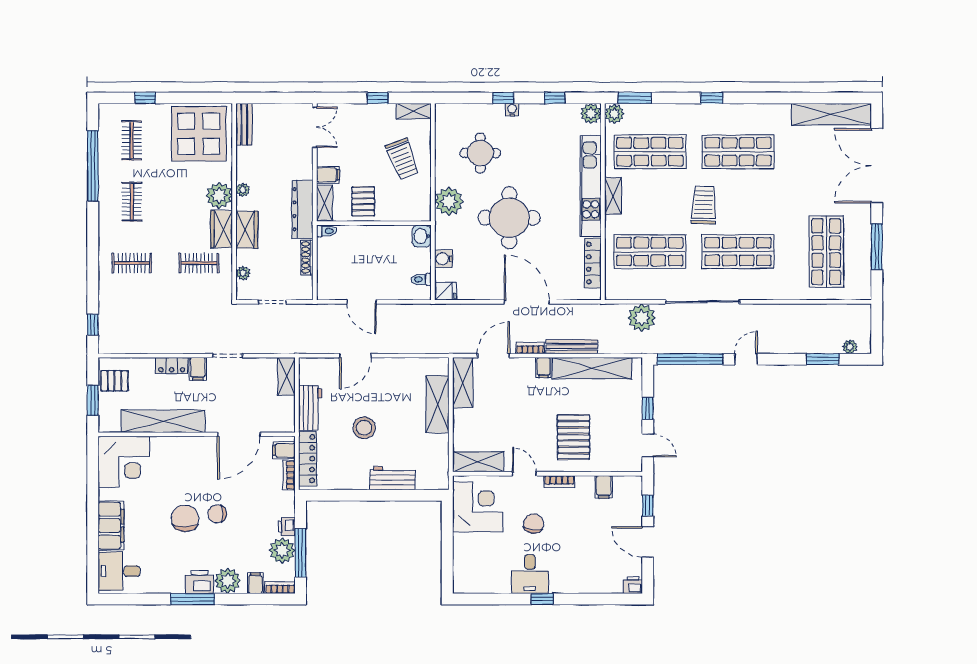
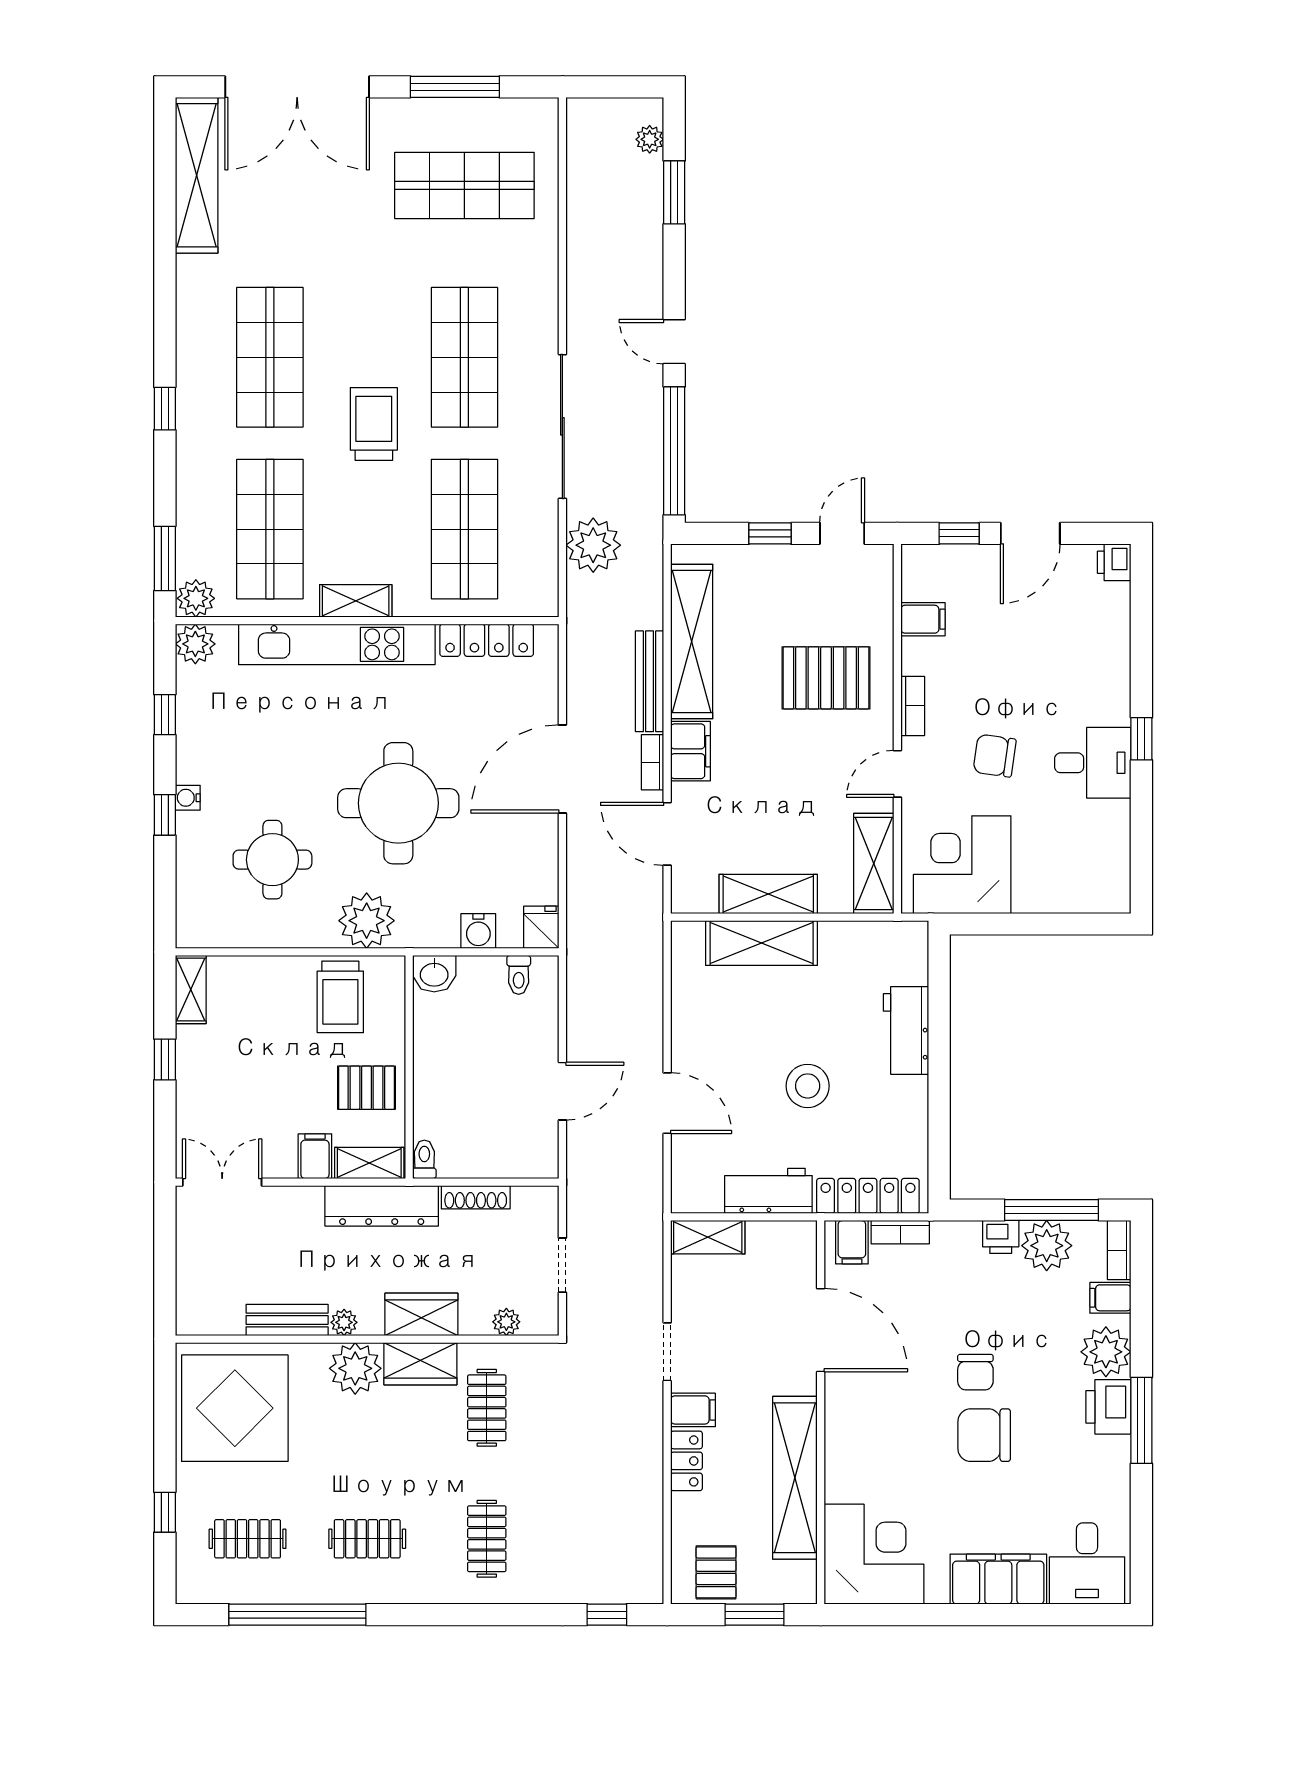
bench: (244, 124) -> (287, 1320), moved
trolley: (403, 159) -> (340, 997), moved, turned 111
trolley: (704, 205) -> (374, 424), turned 88
filing cabinet: (544, 368) -> (690, 751), width x2.00
shelving: (463, 383) -> (768, 894), moved

